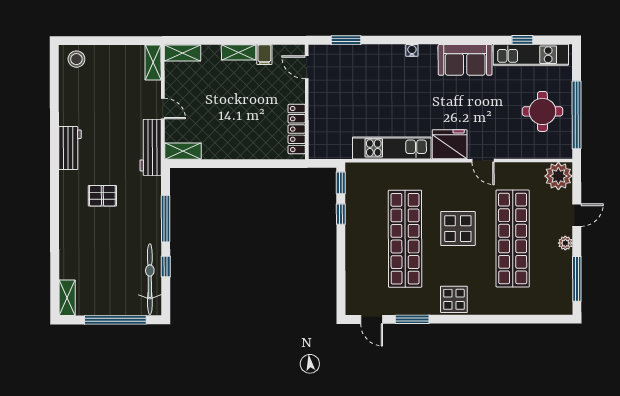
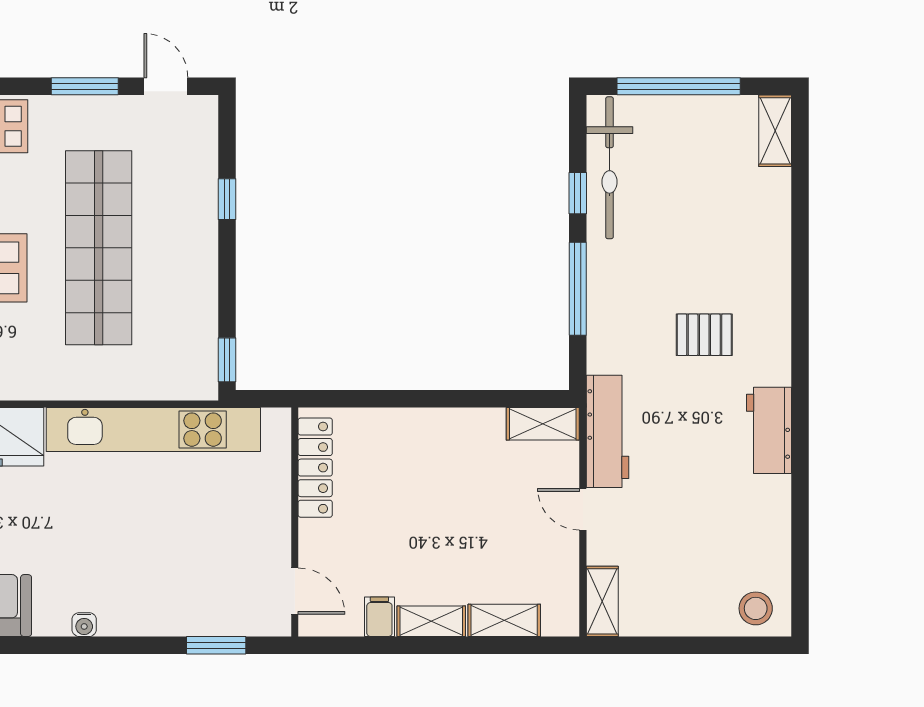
shelving: (183, 53) -> (504, 620), moved
kitchen unit: (392, 148) -> (153, 430), width x1.36
window: (341, 214) -> (227, 199), moved

